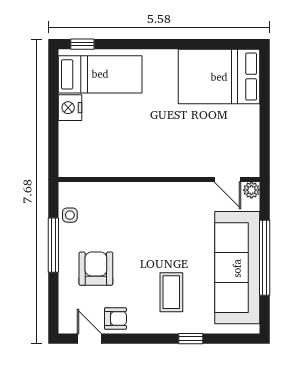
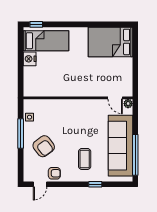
window: (265, 258) -> (135, 155), moved
armchair: (96, 269) -> (44, 146), turned 143
door: (89, 339) -> (40, 184), swing flipped

